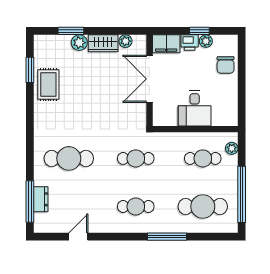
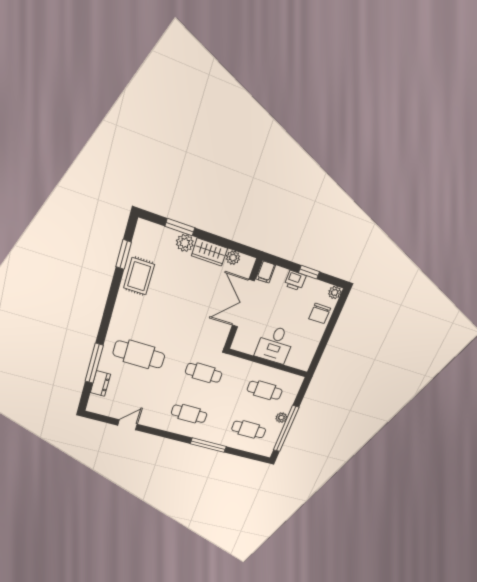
plant: (206, 41) -> (335, 293), moved
filing cabinet: (166, 44) -> (266, 272), width x0.50
plant: (232, 148) -> (281, 418), moved
window: (30, 202) -> (94, 363), moved
cafe table: (203, 207) -> (249, 429), width x0.73, depth x0.74

